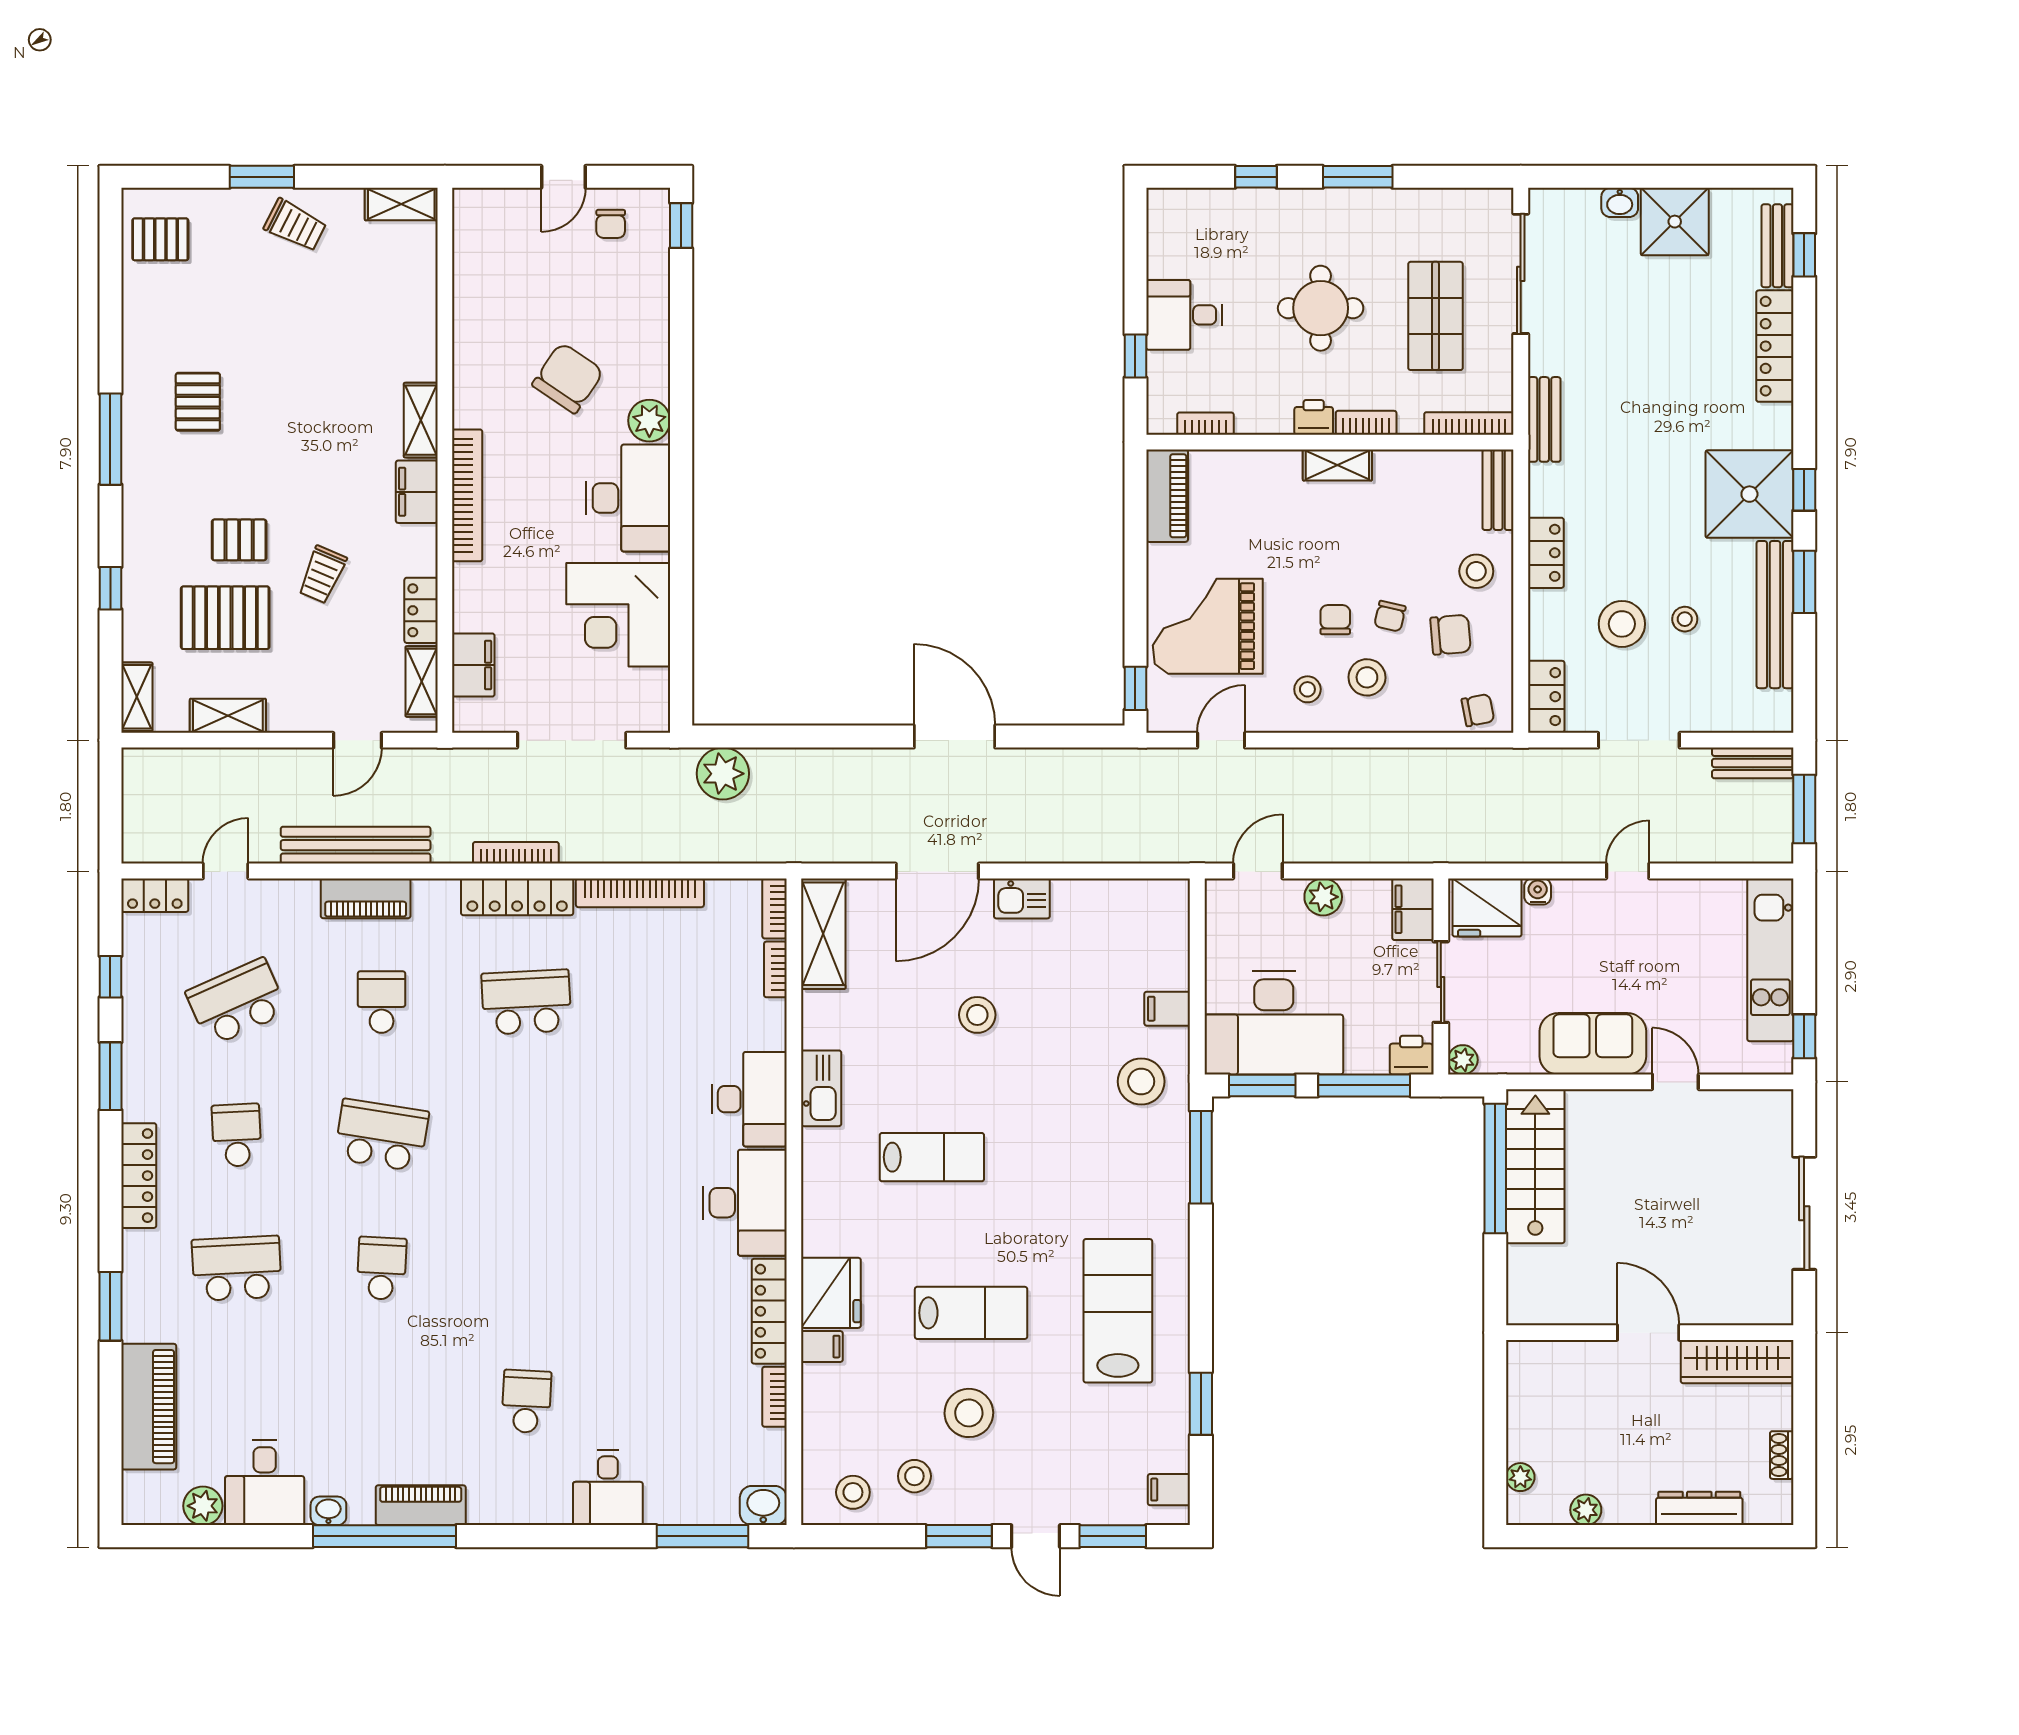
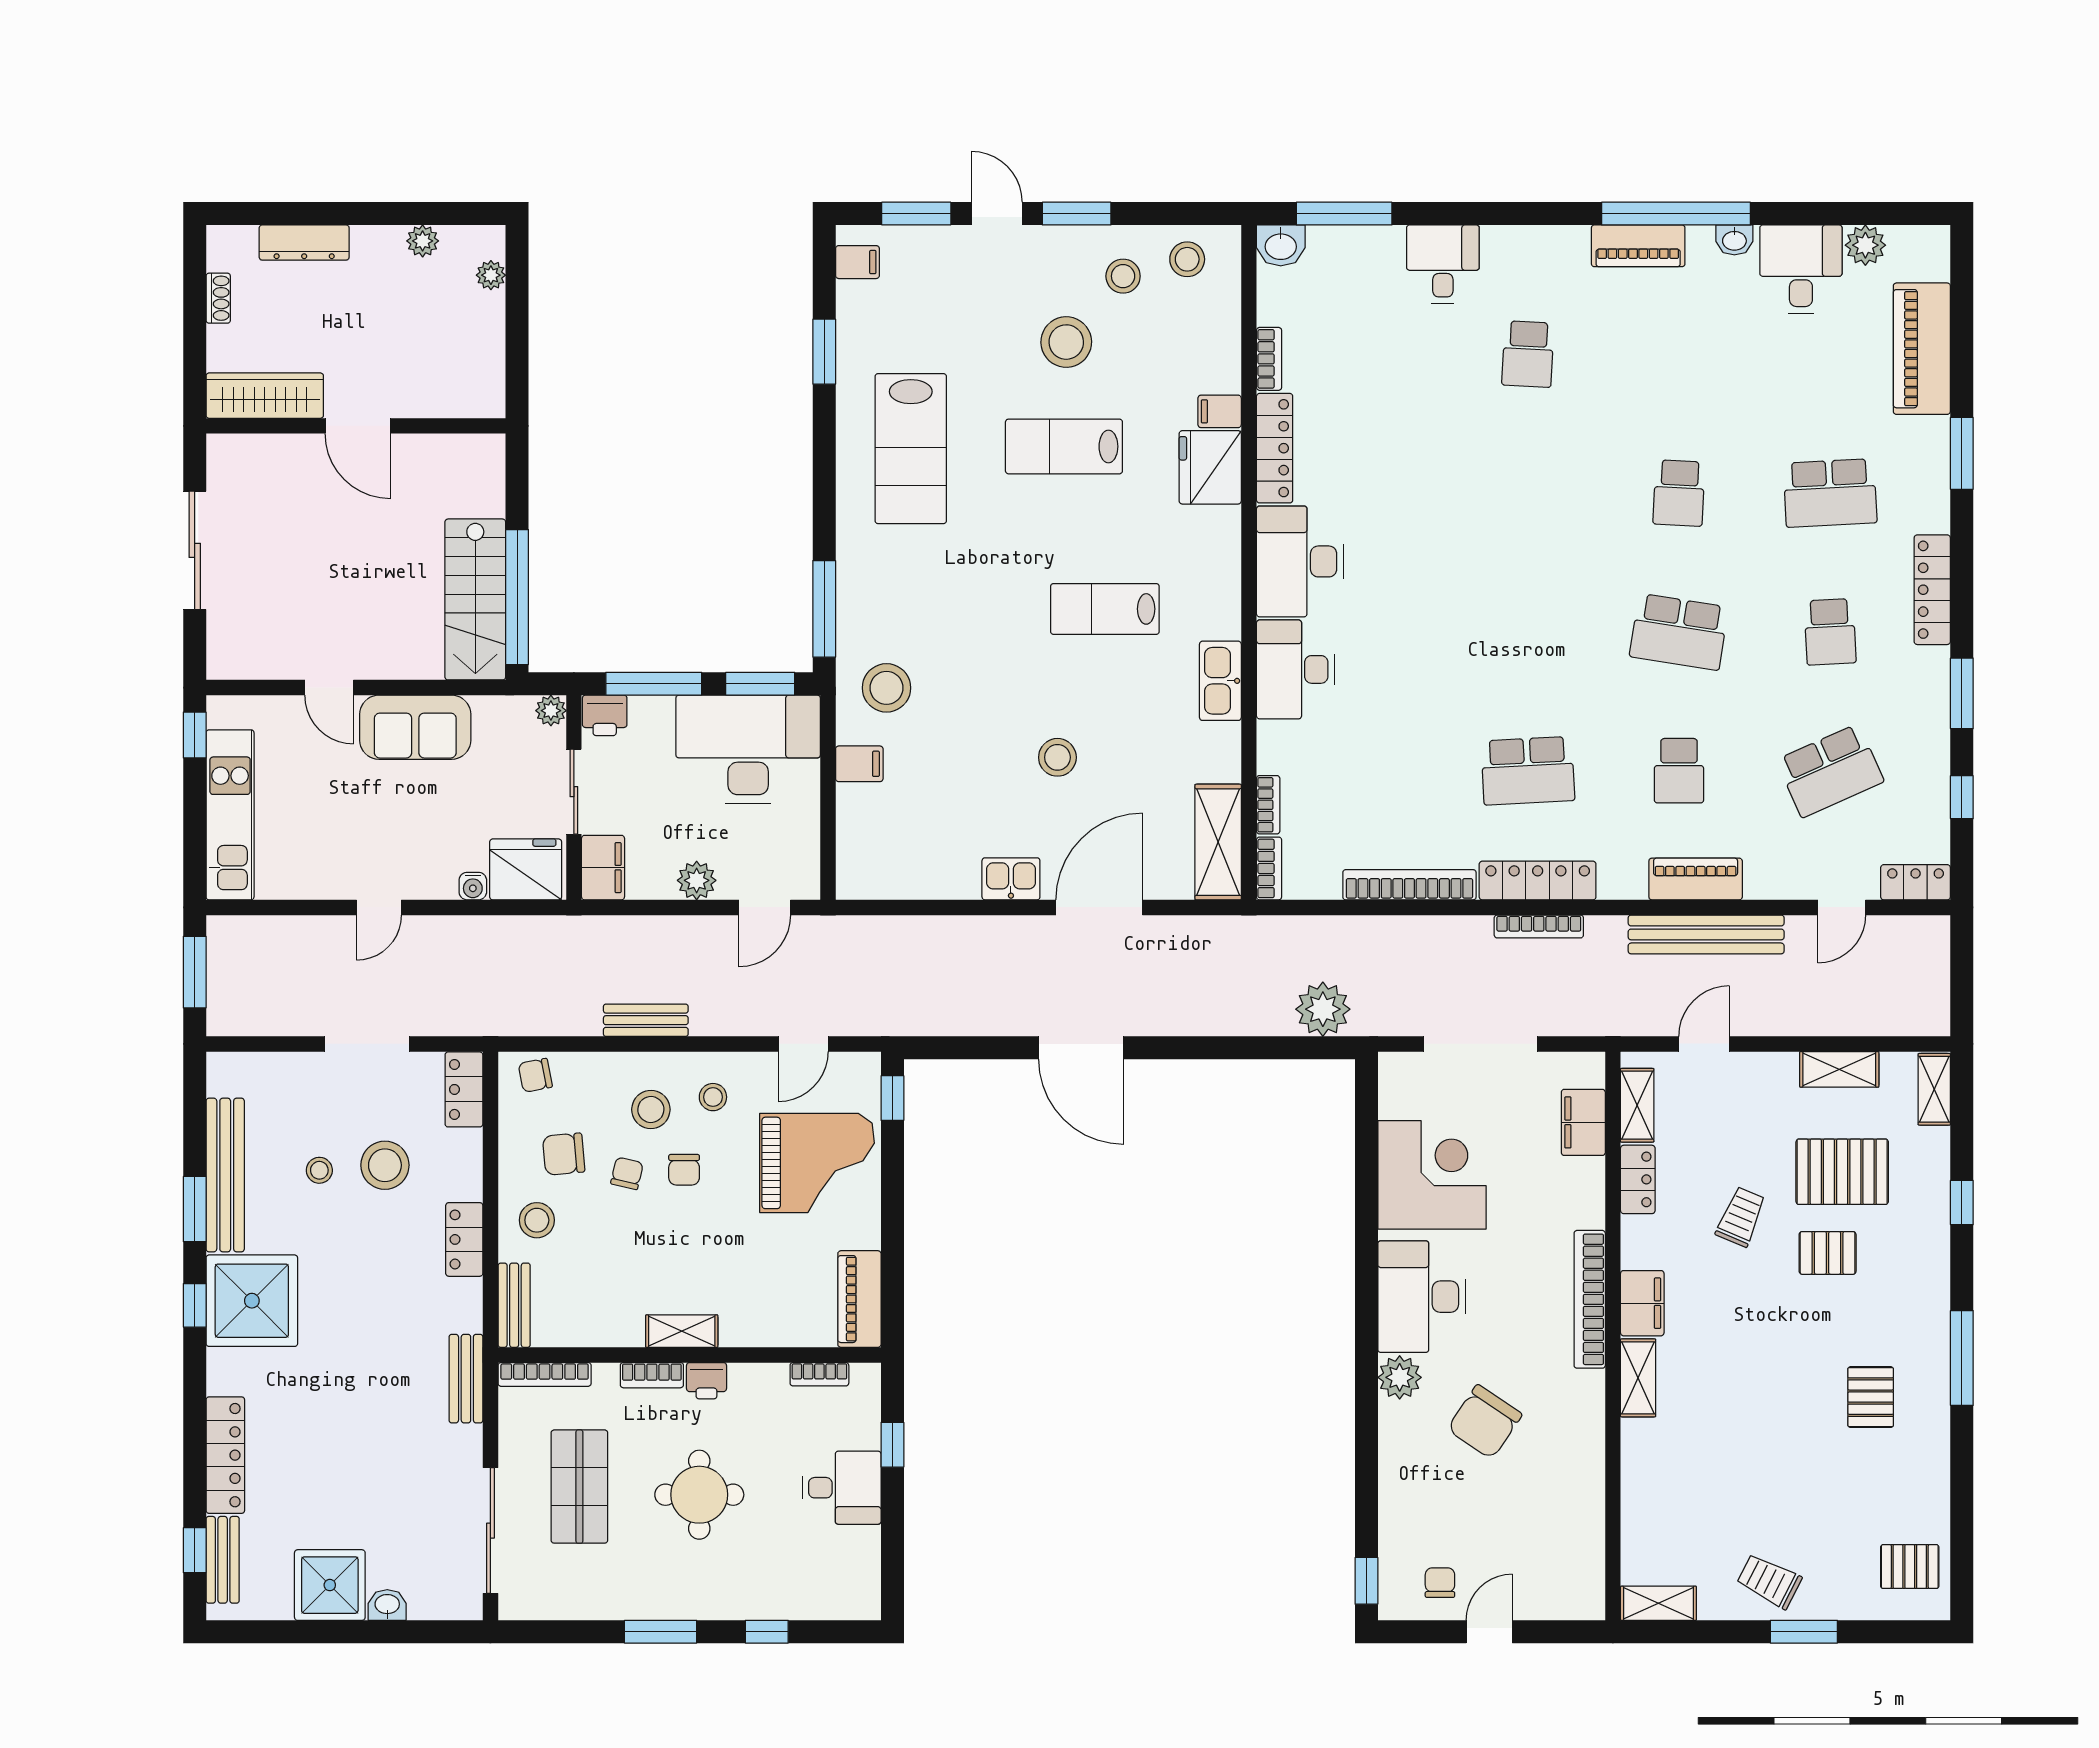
bench: (1753, 763) -> (646, 1020), moved

